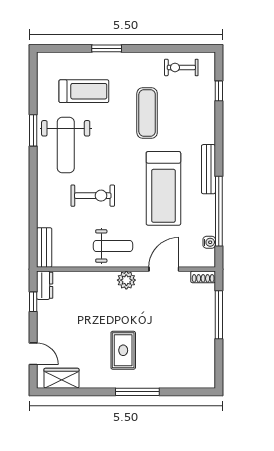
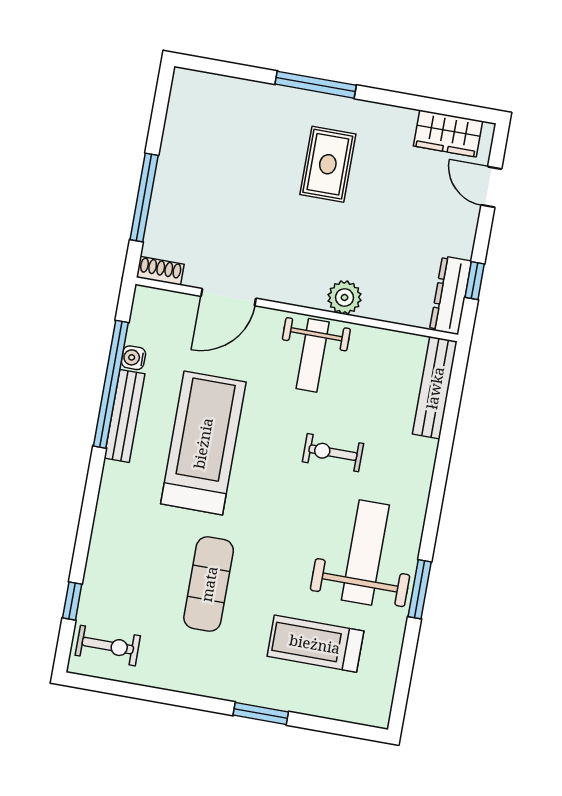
exercise bike: (181, 67) -> (108, 646), moved
bench: (208, 169) -> (124, 416), moved
exercise bike: (93, 196) -> (333, 453), width x0.73, depth x0.72
water cooler: (209, 242) -> (133, 358), moved
weight bench: (113, 246) -> (313, 355), turned -90
bench: (44, 248) -> (435, 388), width x1.36
plant: (126, 280) -> (345, 297), moved
dresser: (45, 285) -> (451, 295), width x1.44

